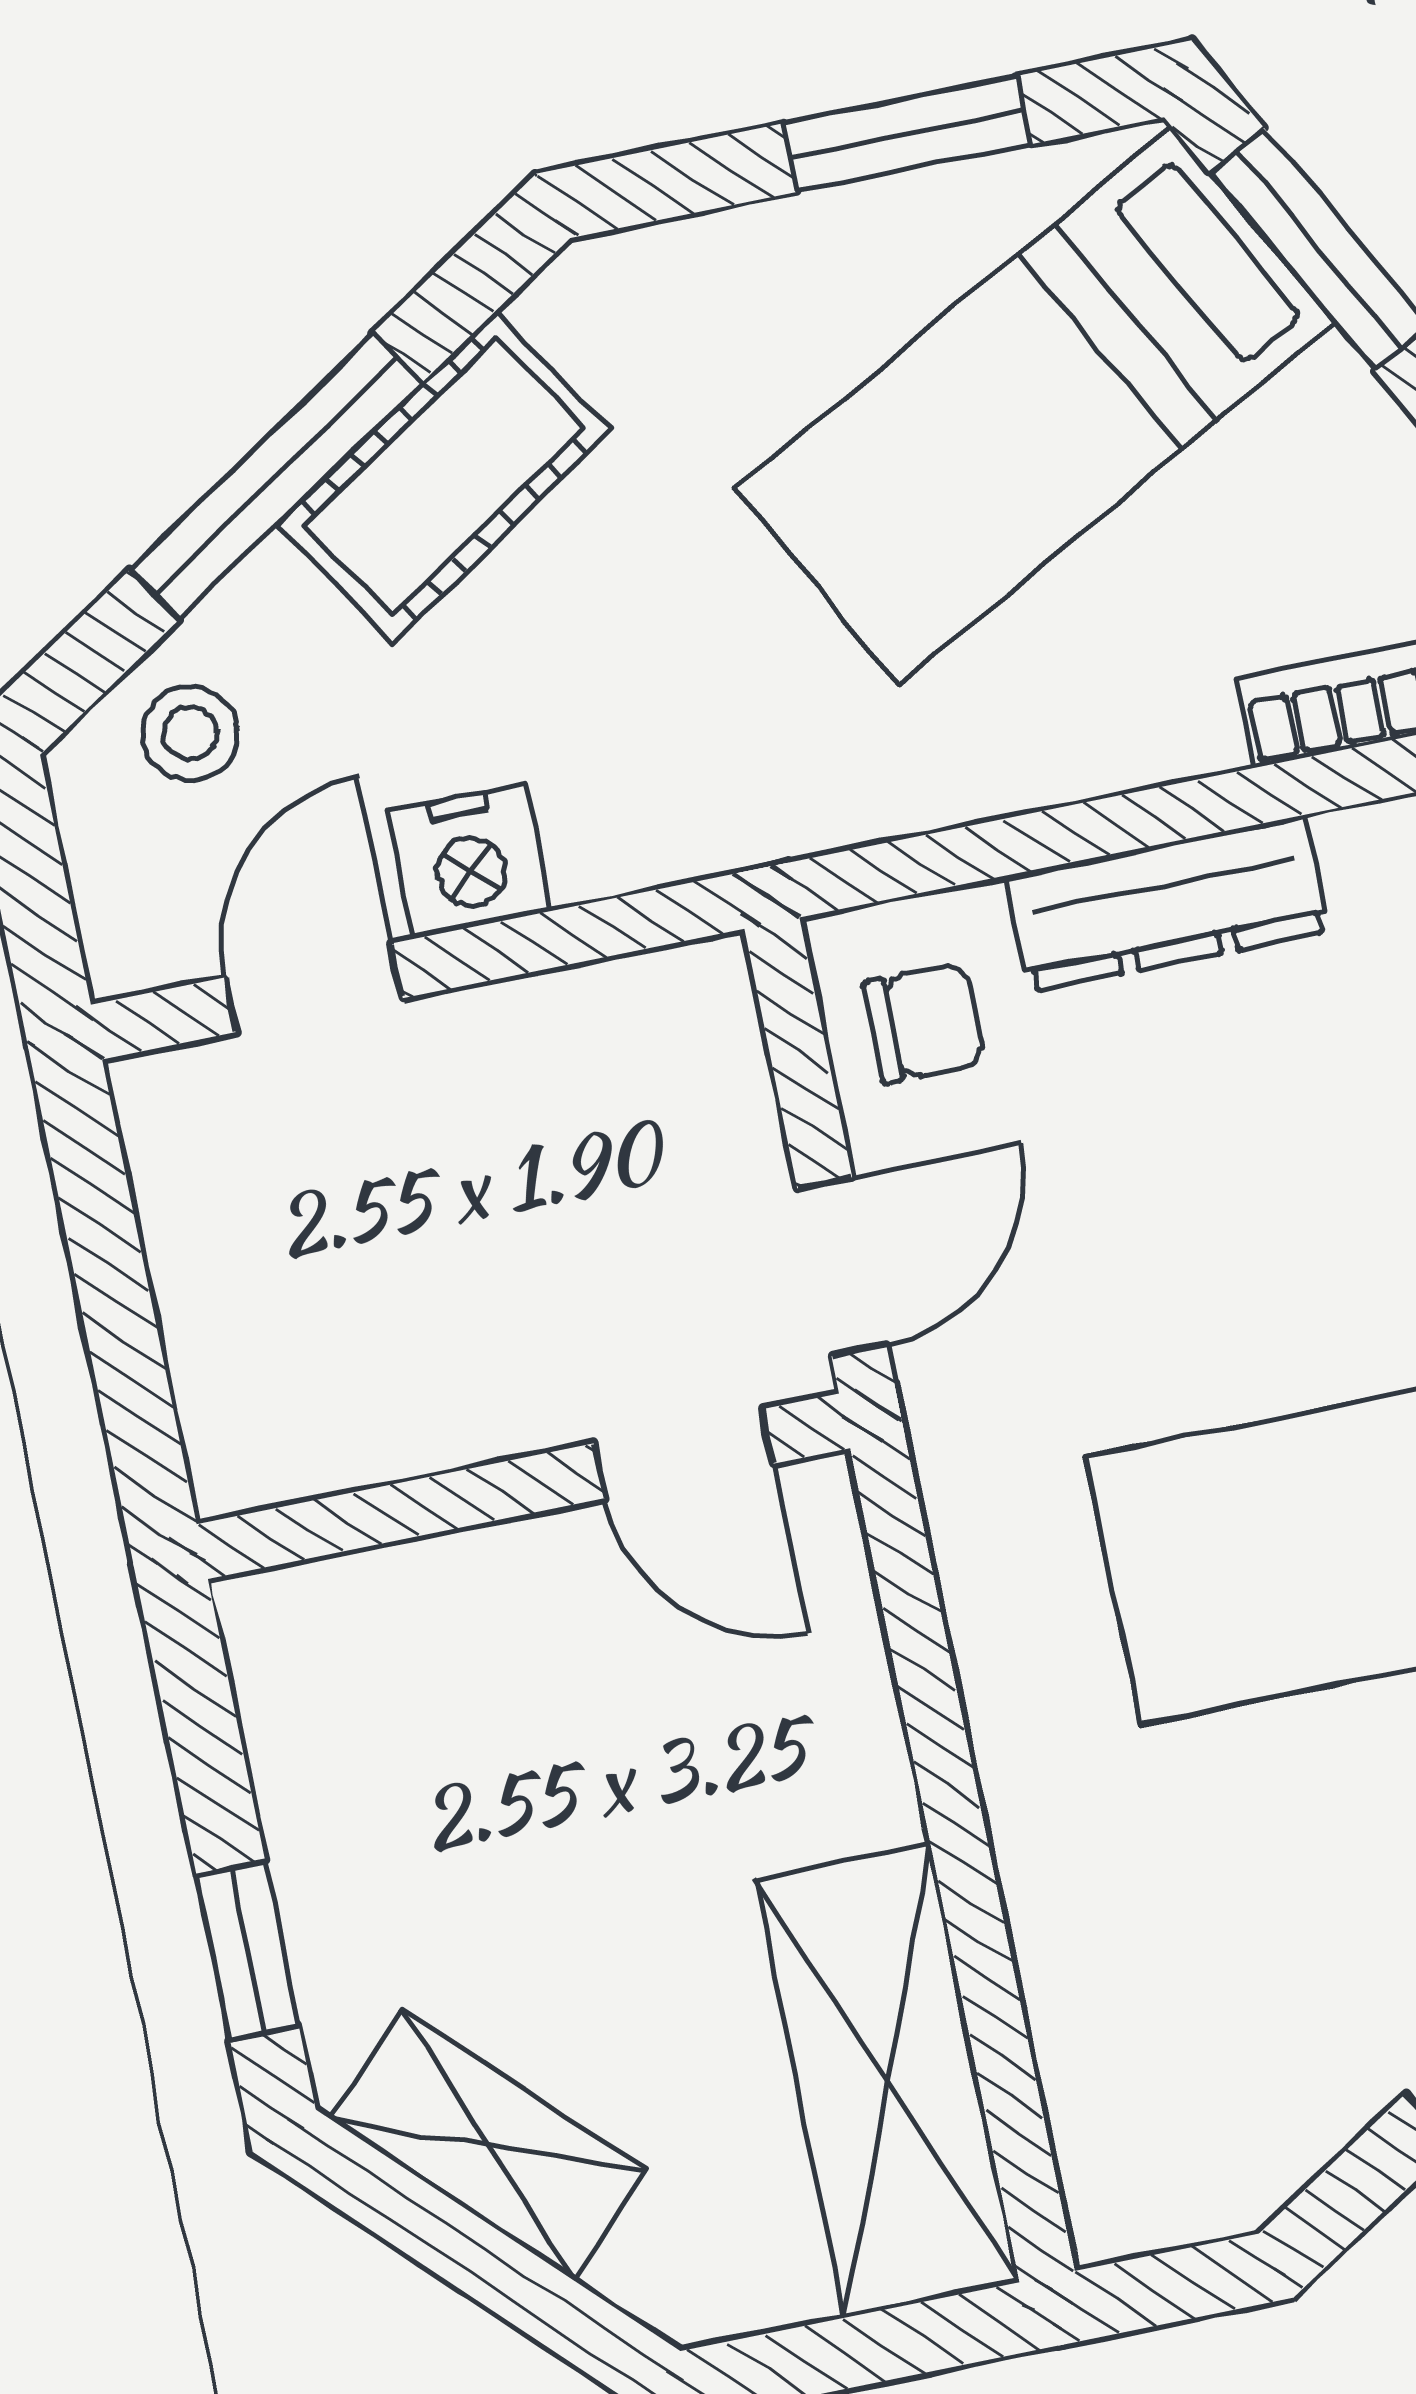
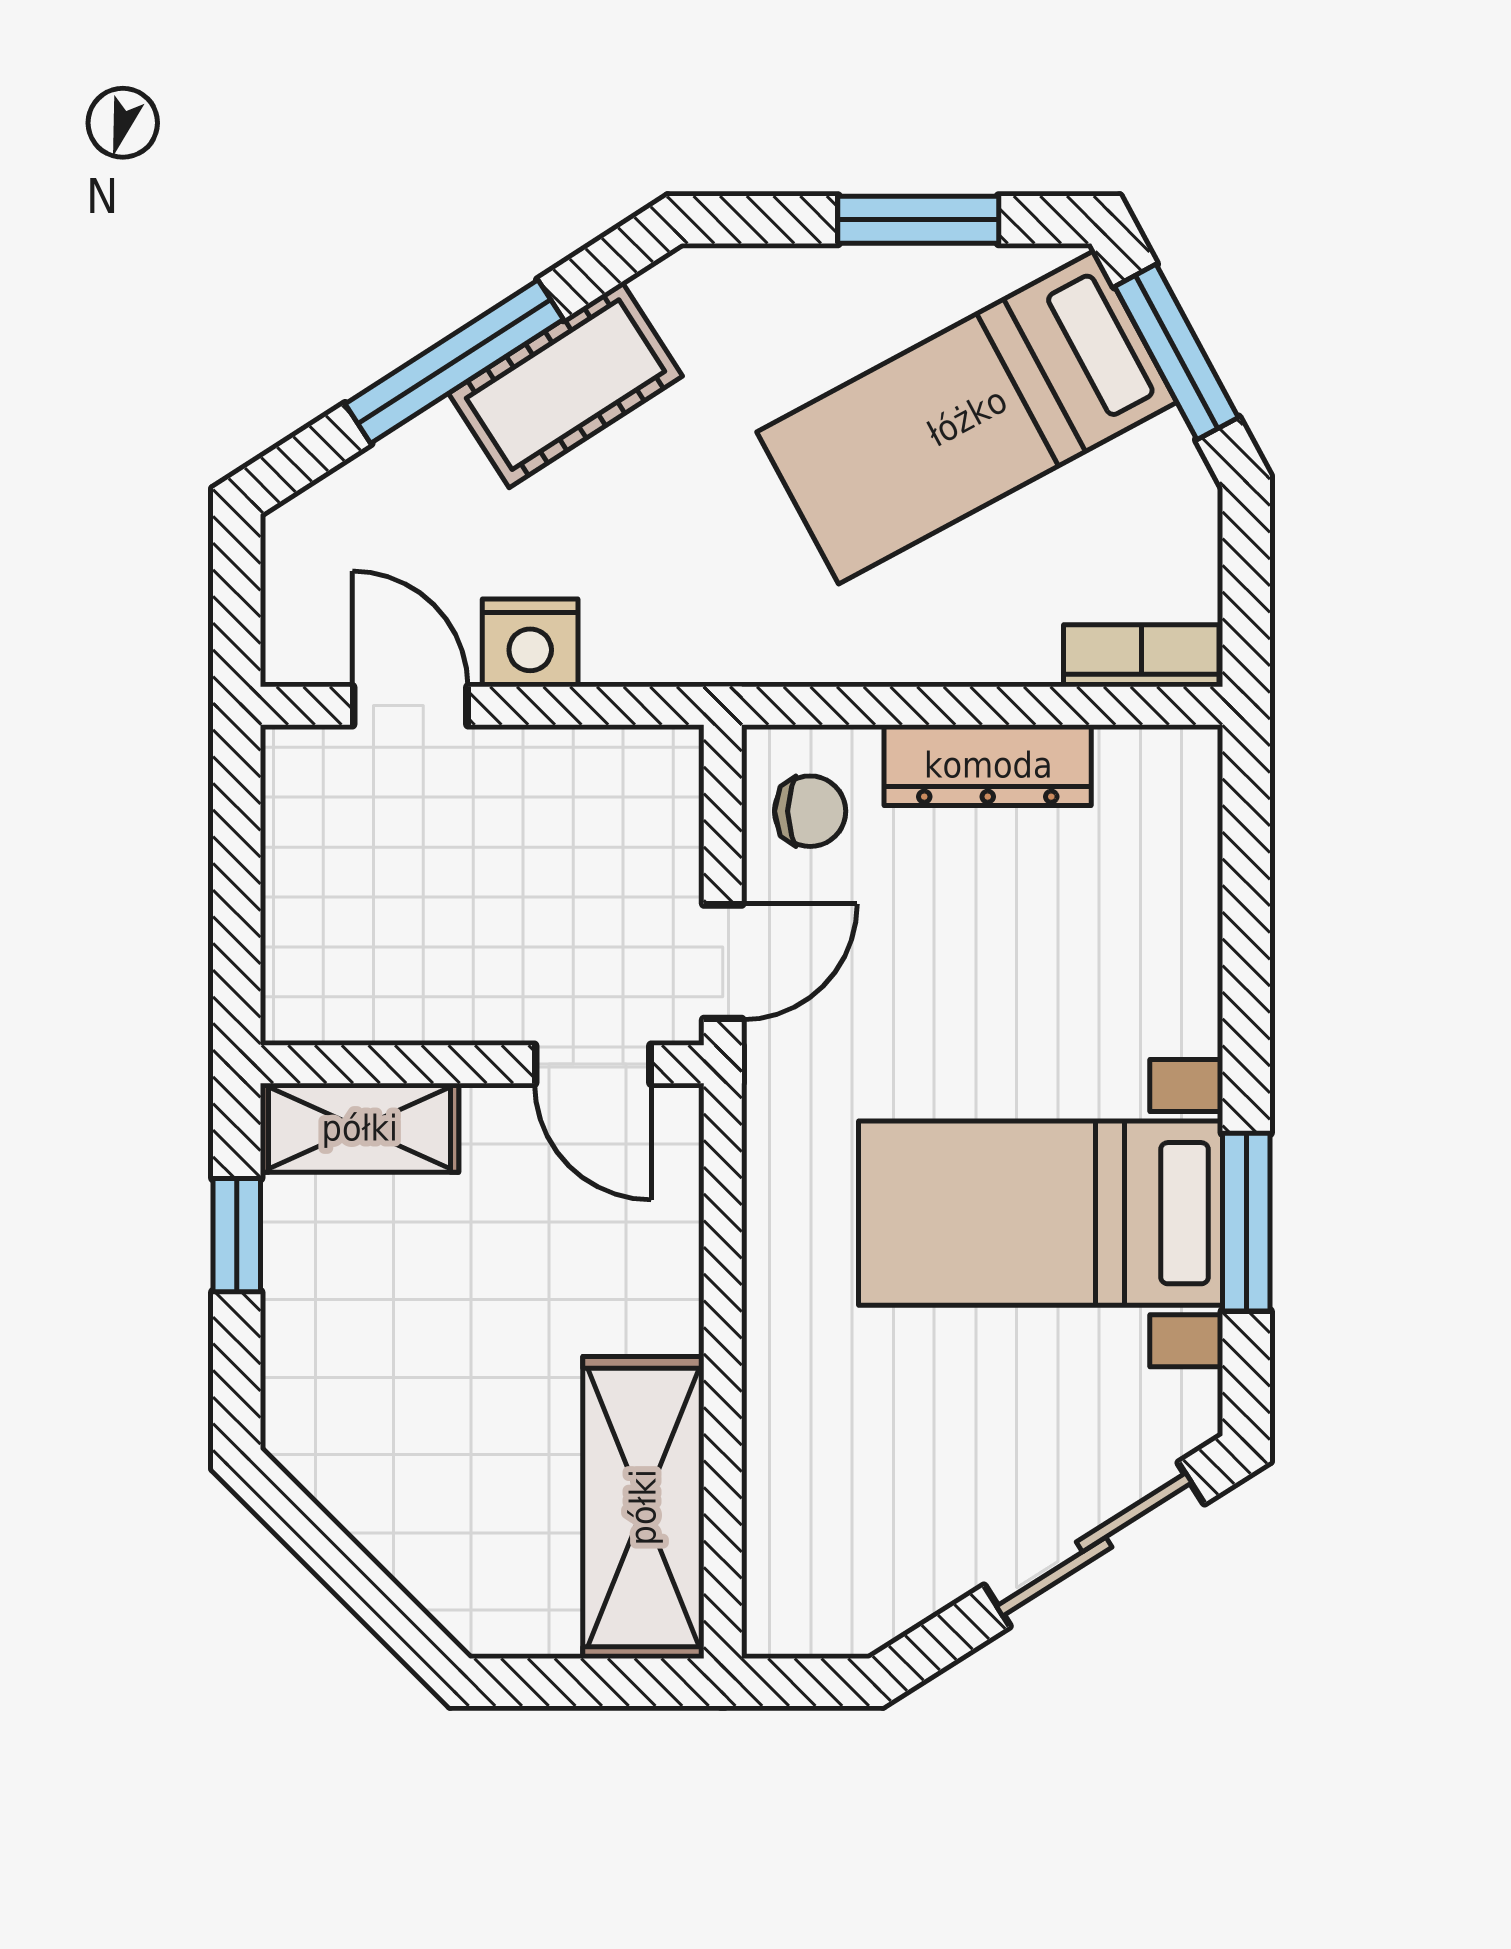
stool: (190, 733) -> (363, 520), removed
door: (314, 988) -> (410, 706), hinge flipped
window: (248, 1950) -> (237, 1235), moved
shelving: (488, 2145) -> (360, 1128), moved, turned -45

